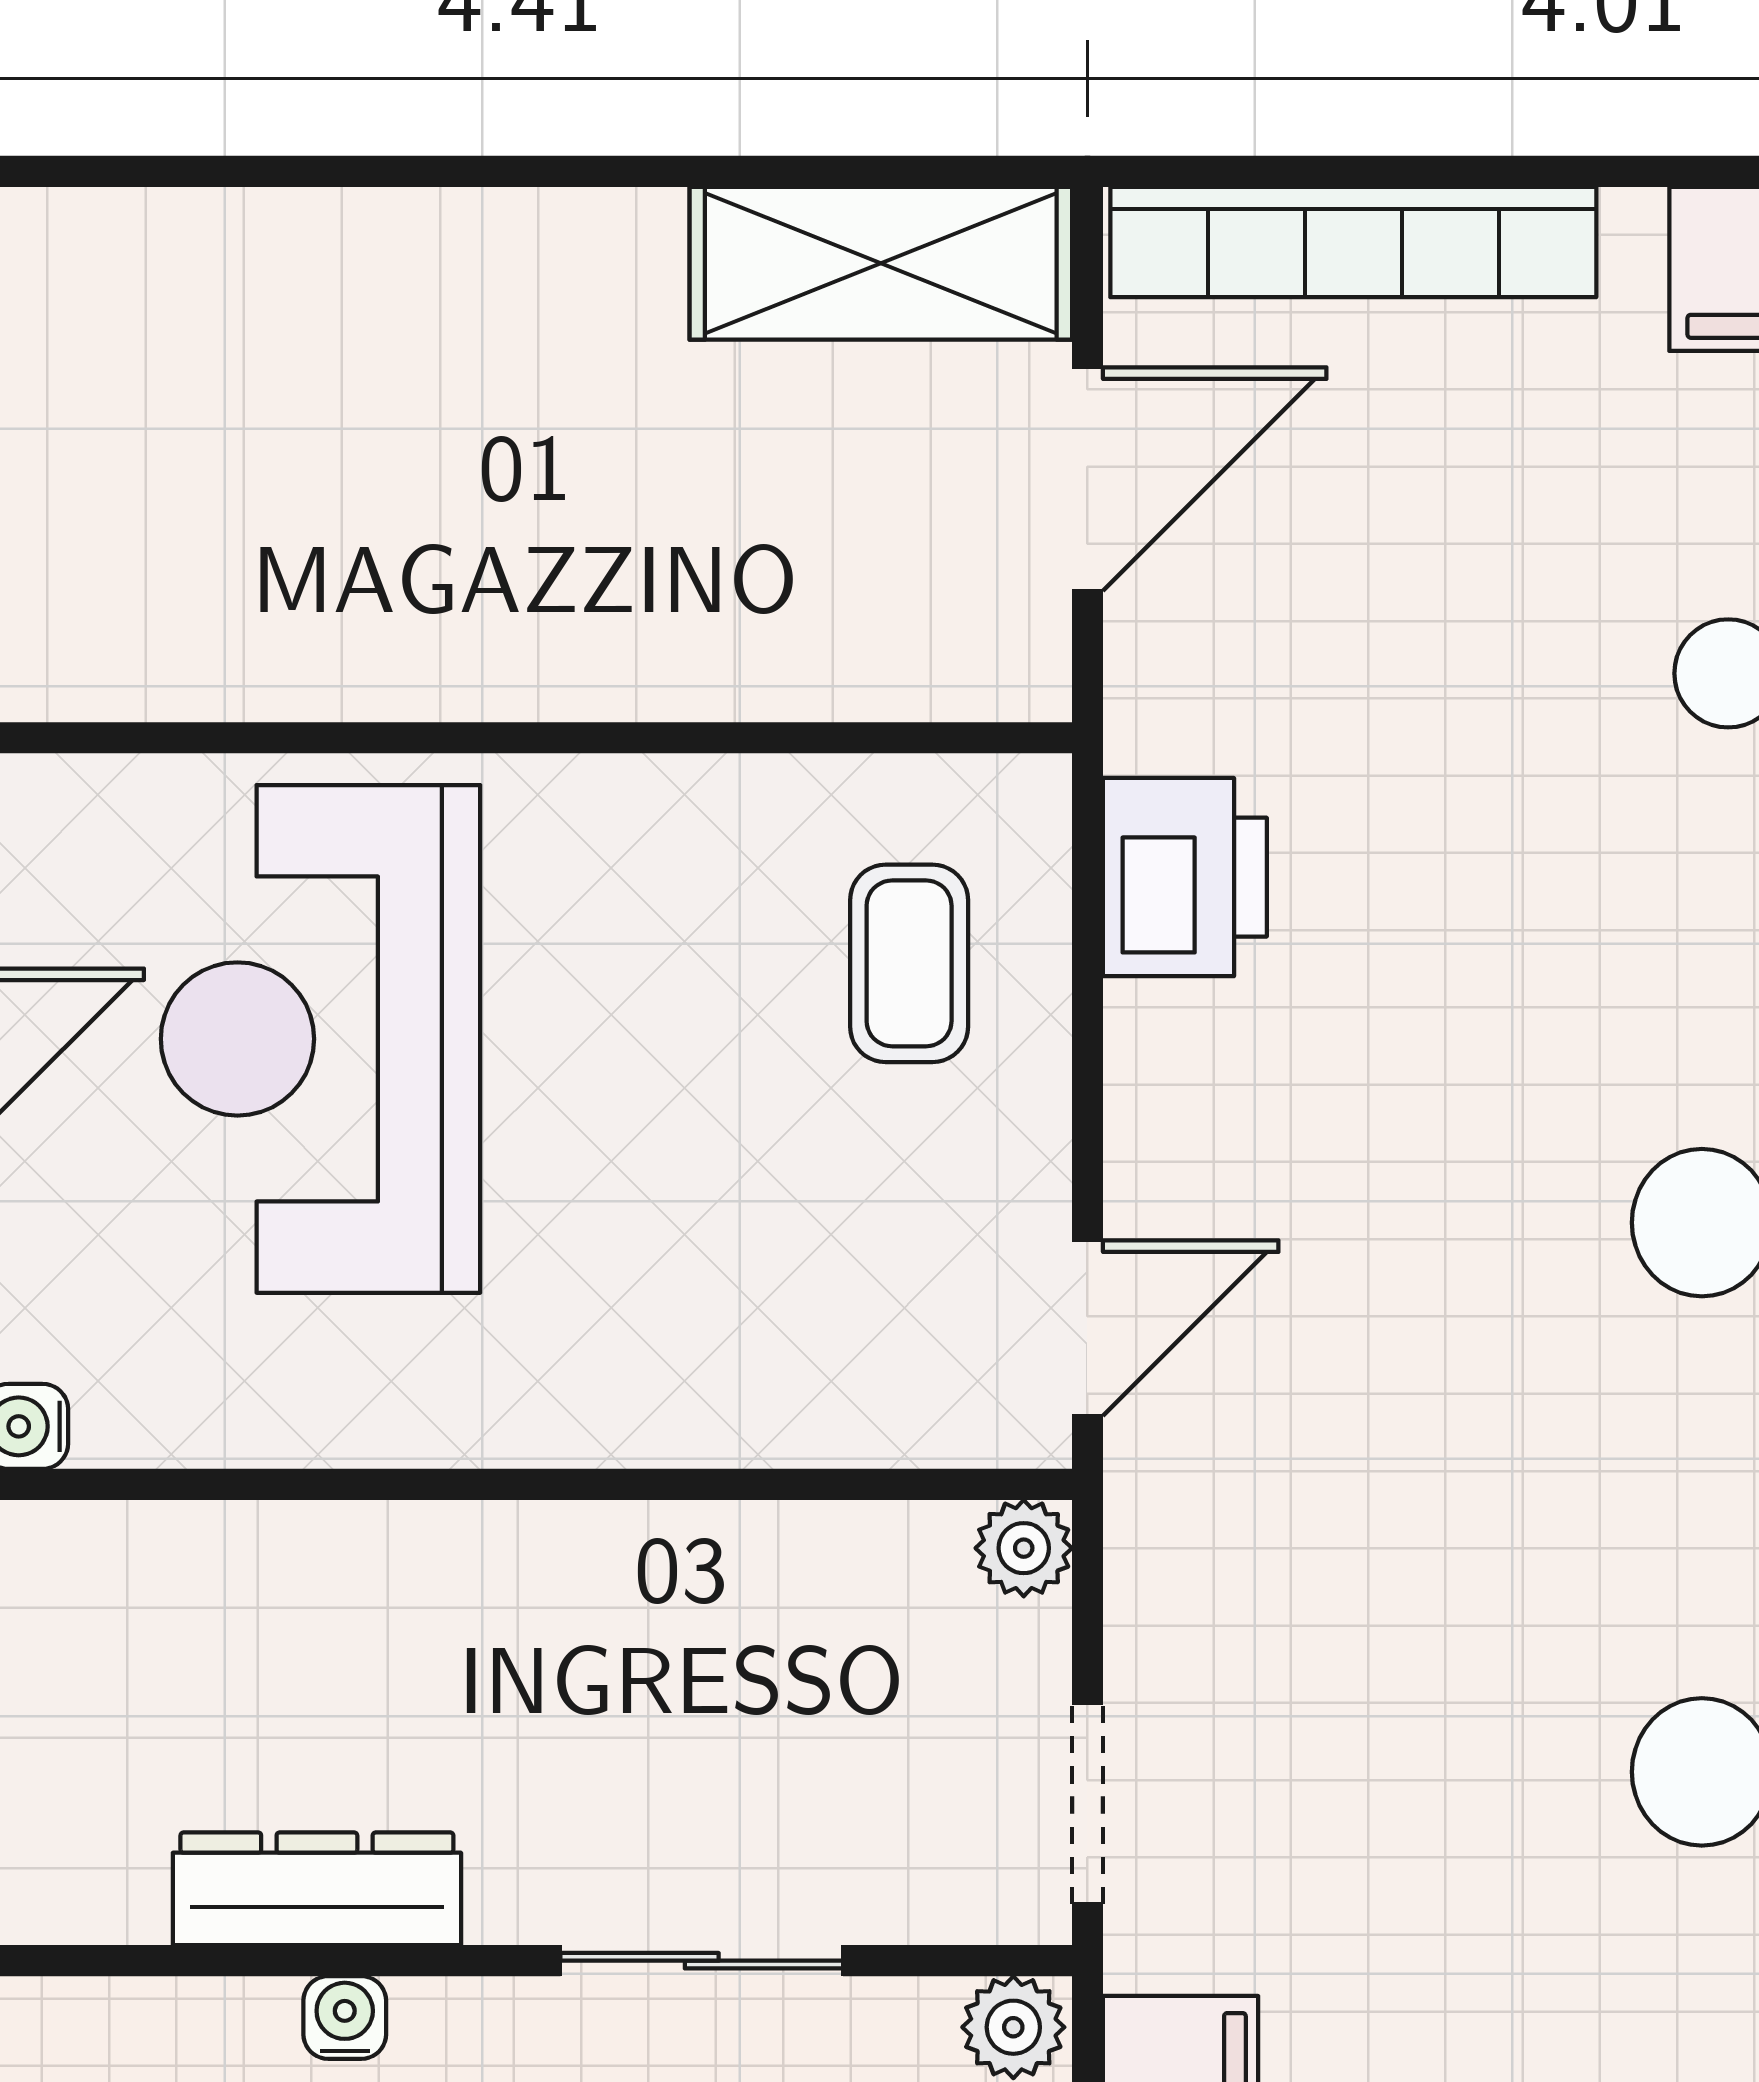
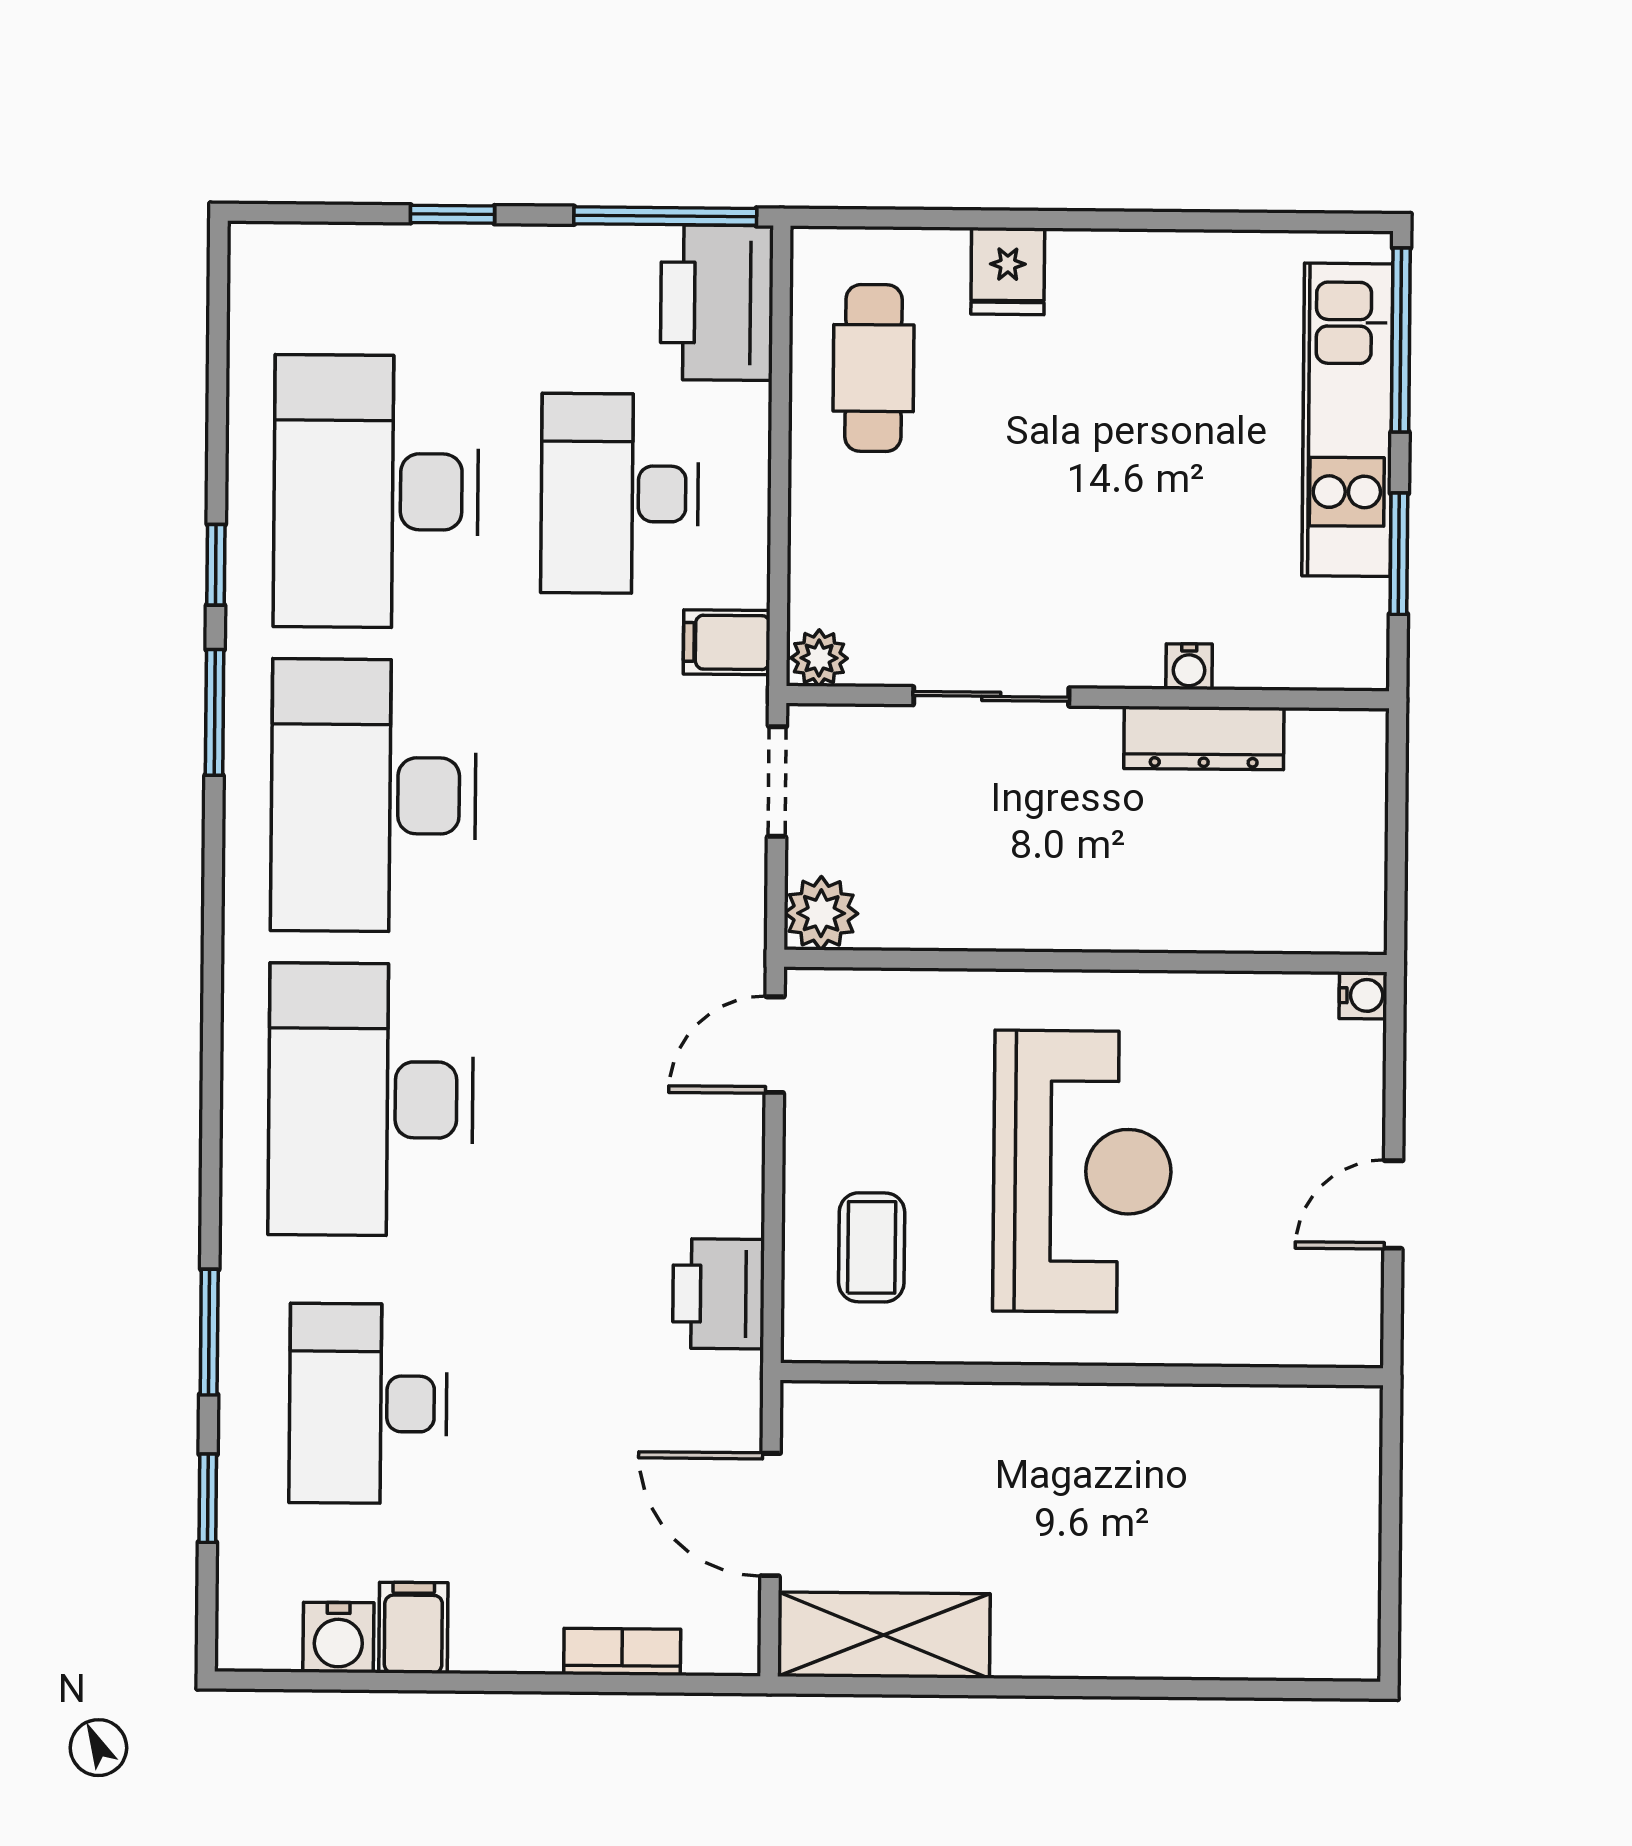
bookcase: (1353, 242) -> (622, 1652), width x0.43, depth x0.76
door: (1087, 479) -> (771, 1515), hinge flipped
reception desk: (320, 1039) -> (1082, 1171), moved
plant: (1024, 1548) -> (821, 913), width x1.38, depth x1.38

